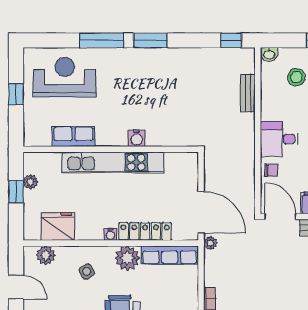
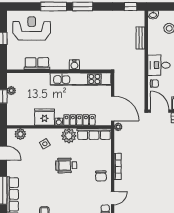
kitchen unit: (113, 162) -> (80, 79), moved
fridge: (58, 227) -> (44, 117), moved

